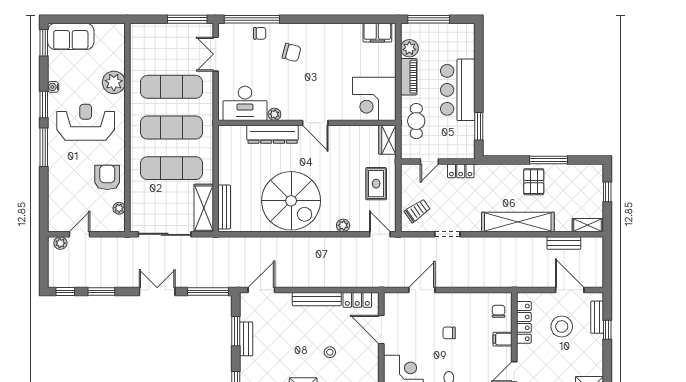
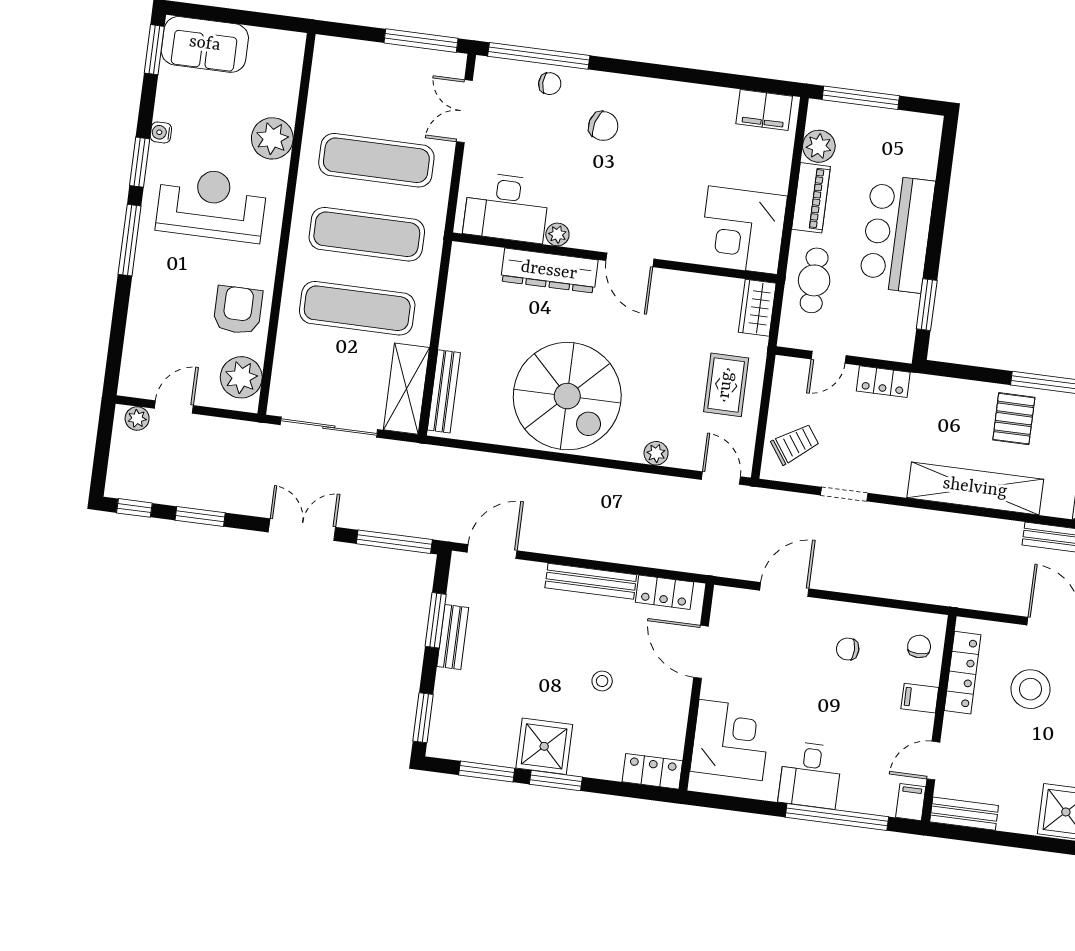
plant: (119, 208) -> (241, 377), width x1.88, depth x1.88
chair: (449, 333) -> (848, 649), moved

